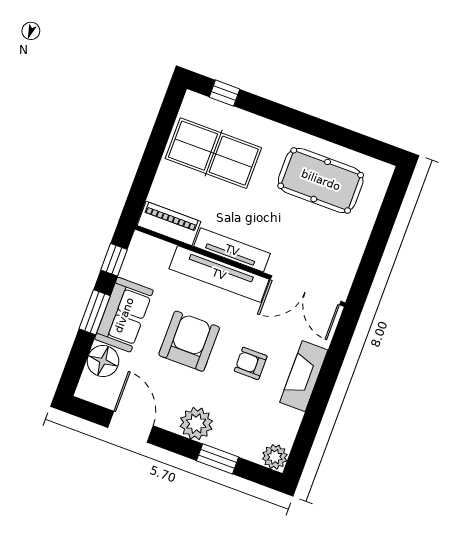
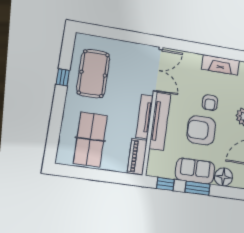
window: (225, 93) -> (63, 77), moved
armchair: (251, 363) -> (210, 103), moved
fireplace: (304, 376) -> (221, 65), moved

